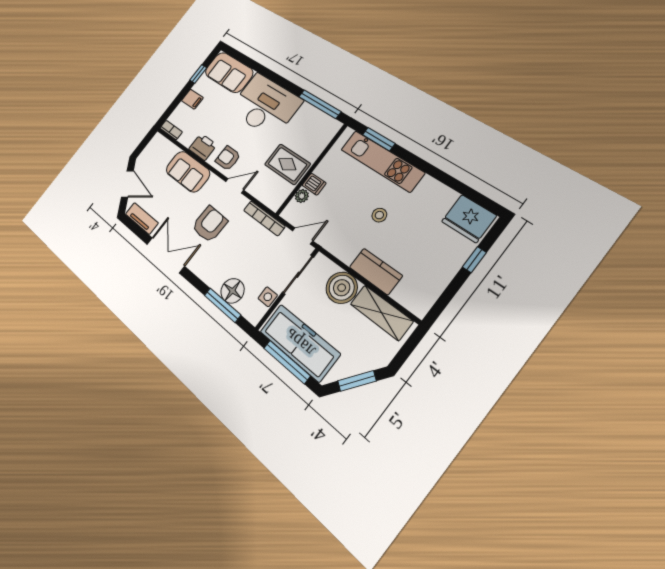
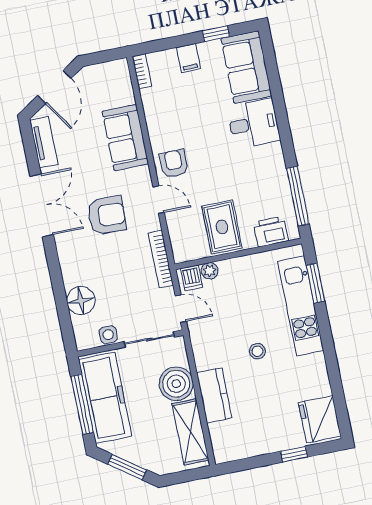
desk: (265, 105) -> (254, 124), width x0.53, depth x0.77
printer: (203, 147) -> (271, 232), moved, turned -90
dishwasher: (314, 184) -> (192, 278), moved
window: (222, 305) -> (62, 305), removed

